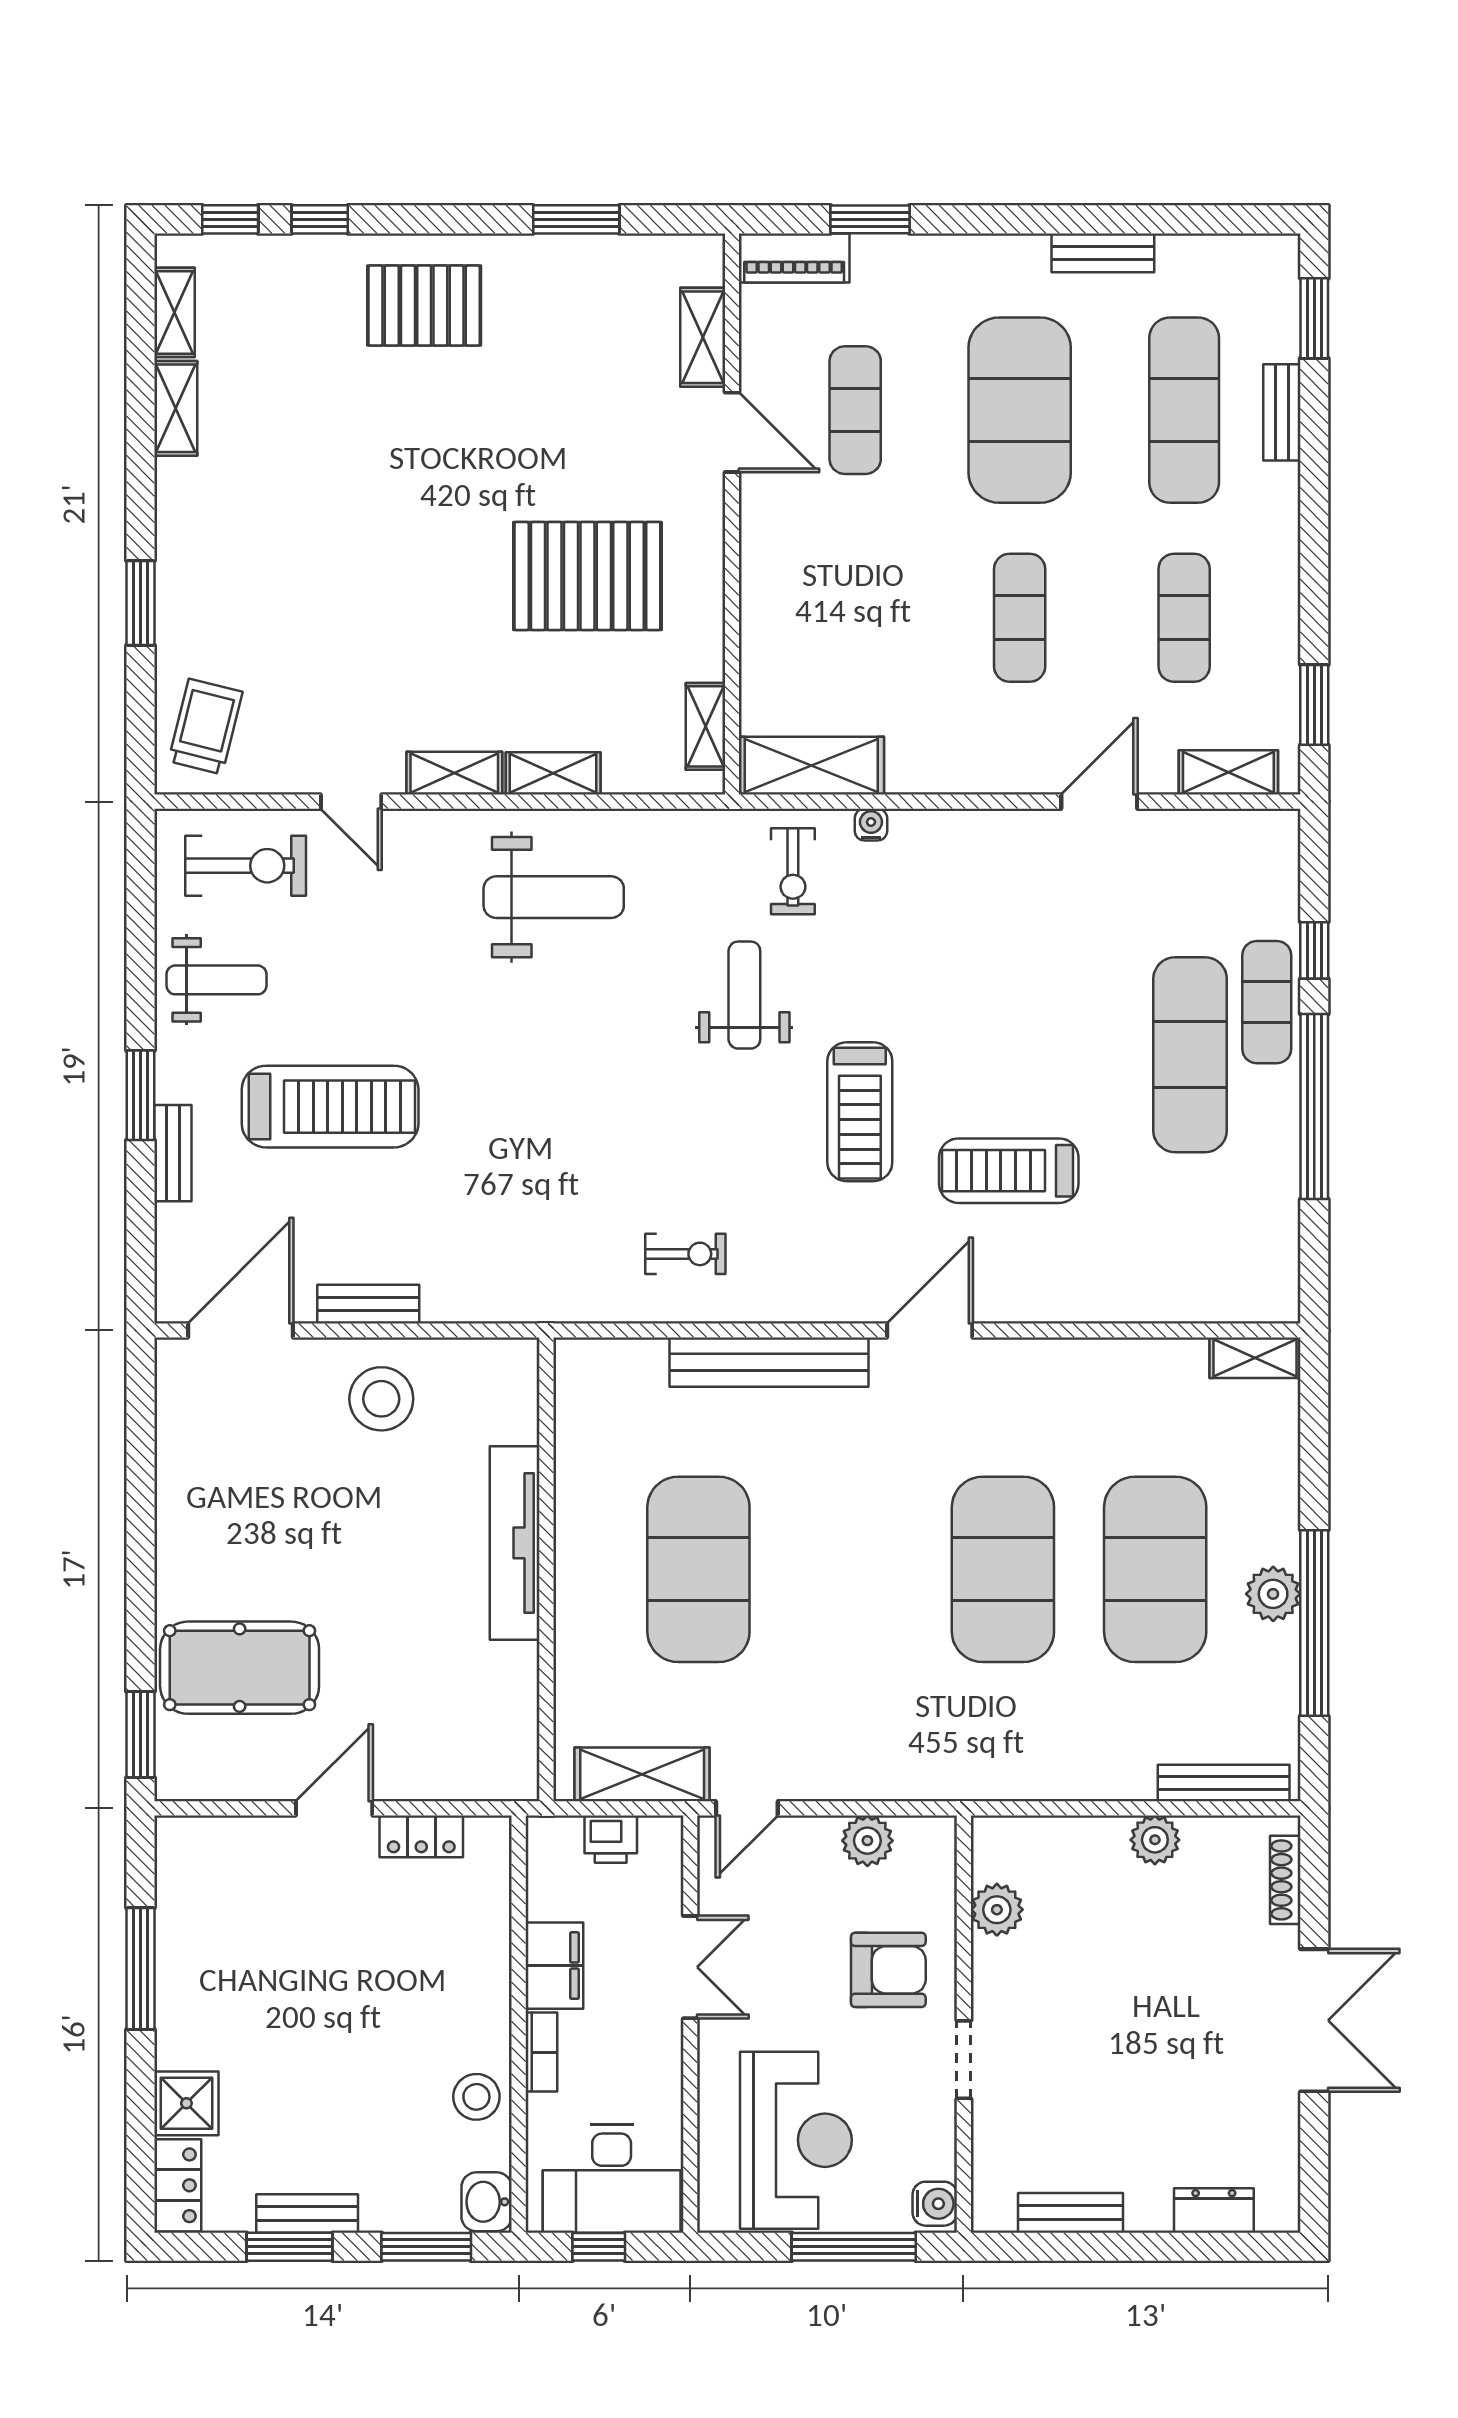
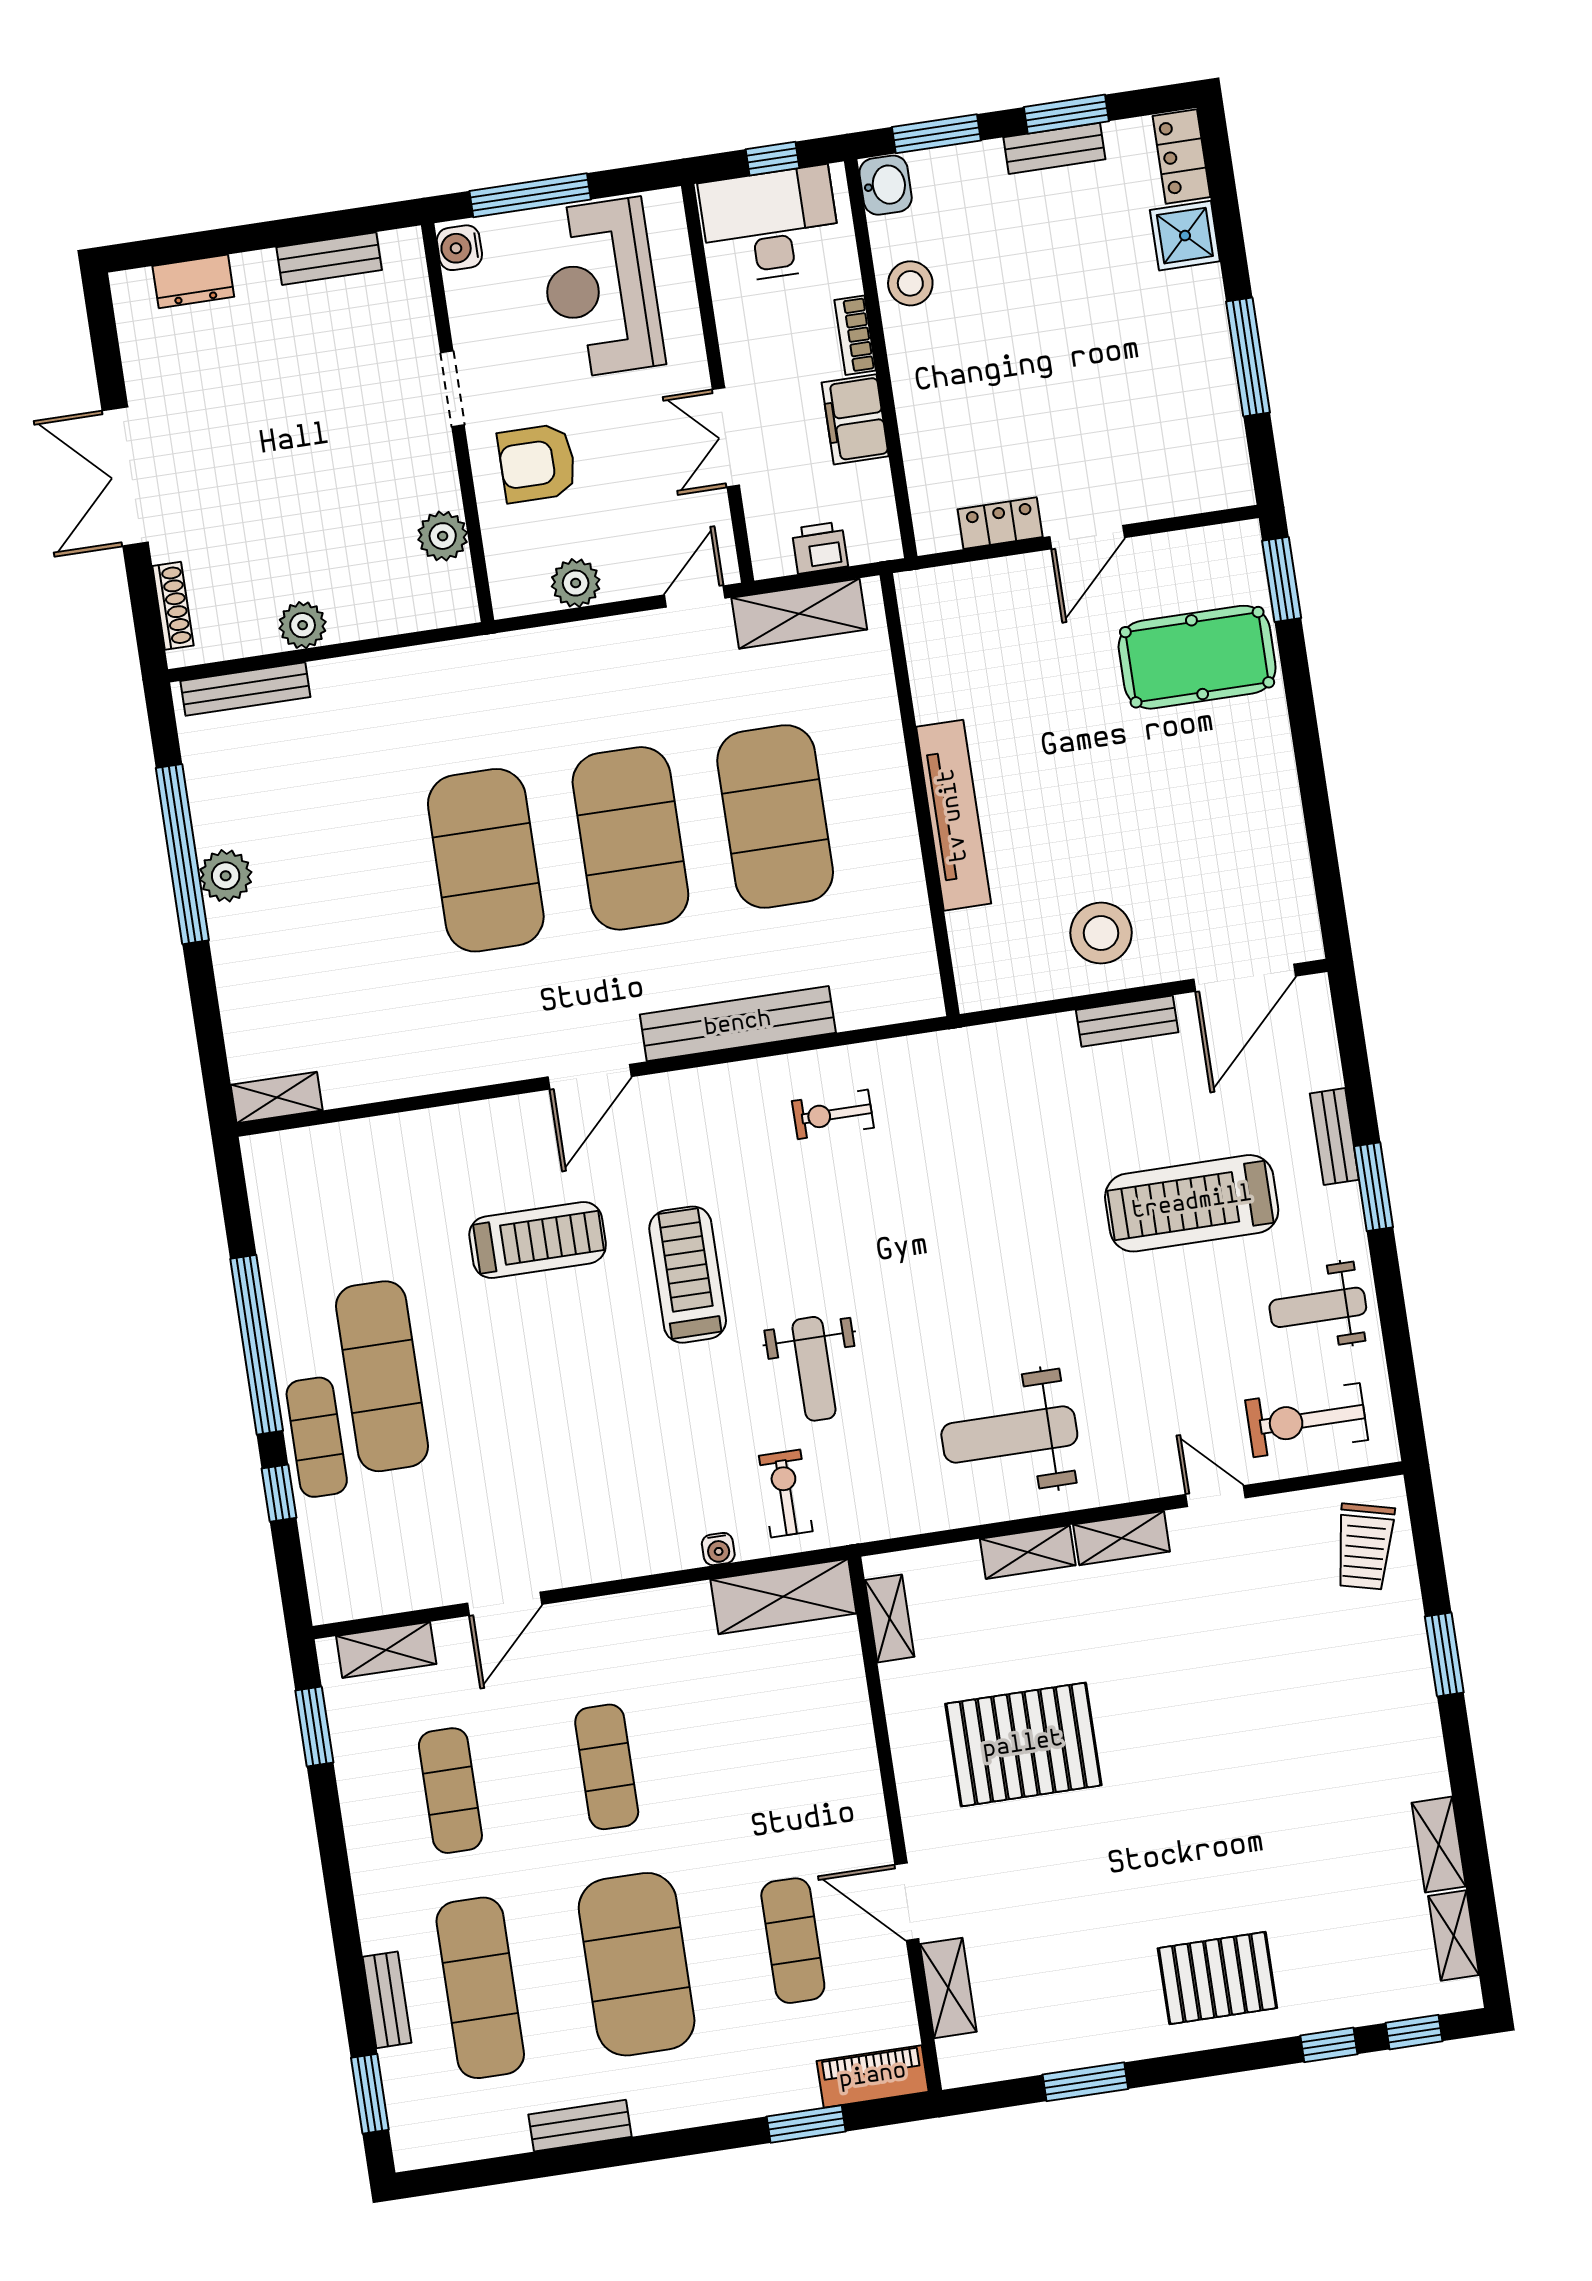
exercise mat: (1155, 1569) -> (630, 838), moved

